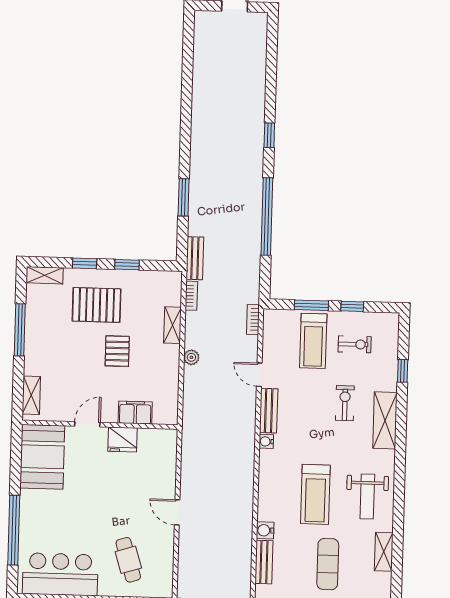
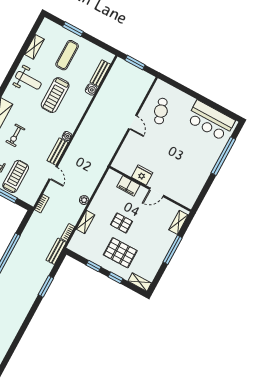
window: (20, 330) -> (173, 250), moved
pallet: (117, 351) -> (122, 223), turned 90
booth: (42, 457) -> (189, 187), removed
treadmill: (315, 494) -> (55, 95), turned 180
weight bench: (367, 496) -> (28, 80), turned 90
cafe table: (128, 560) -> (161, 111), moved

